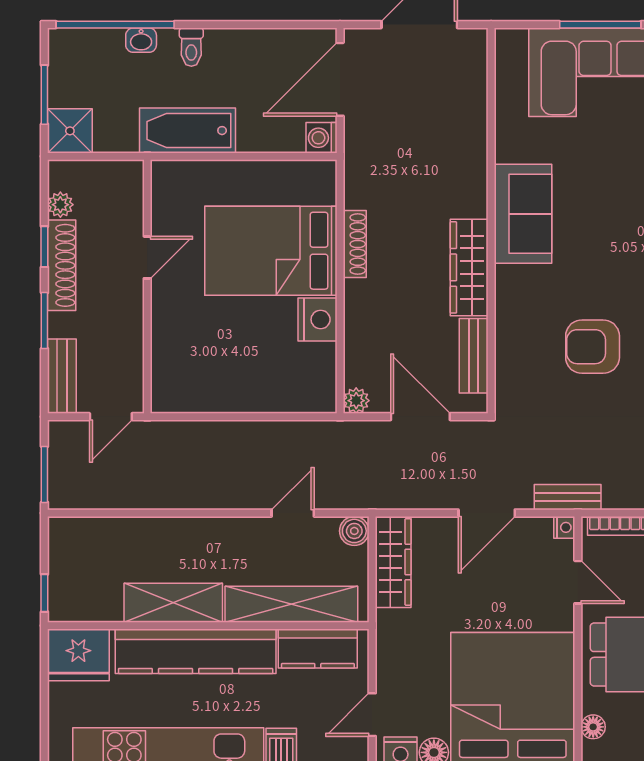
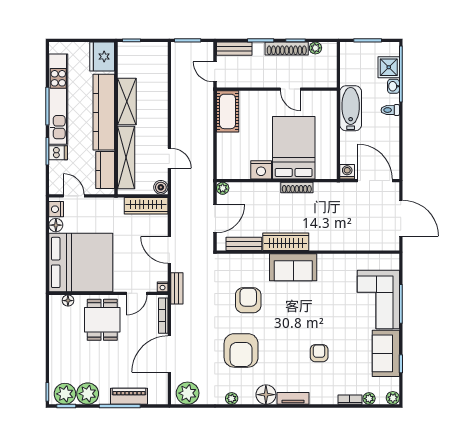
shower: (70, 131) -> (389, 67), moved
sofa: (523, 214) -> (293, 267), moved
cot: (194, 390) -> (228, 111), added

